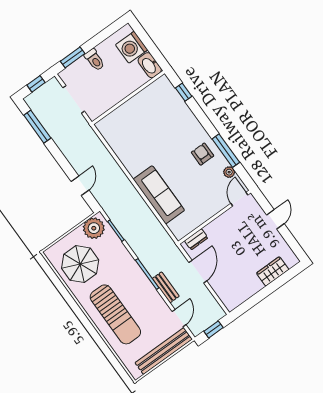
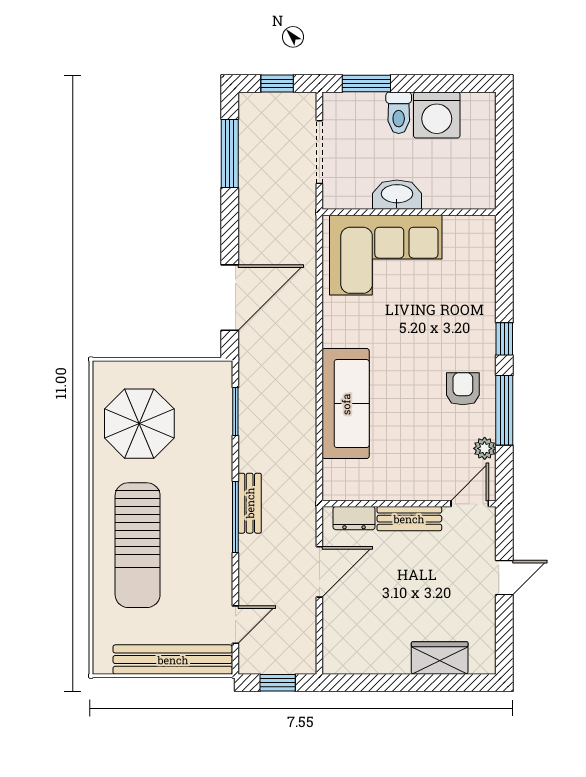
washing machine: (132, 47) -> (437, 115), moved, turned -90
washbasin: (150, 65) -> (397, 195), moved, turned 90
window: (184, 92) -> (504, 339), moved
corner sofa: (131, 122) -> (386, 255), added
door: (80, 186) -> (230, 298), width x1.88
bench: (219, 223) -> (409, 519), added
plant: (94, 228) -> (203, 382), removed
bench: (166, 287) -> (250, 503), moved

